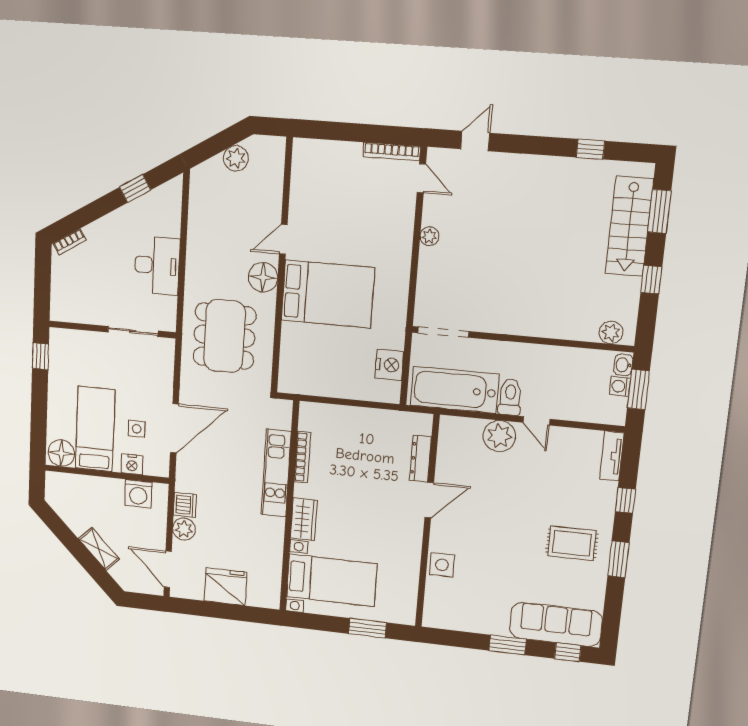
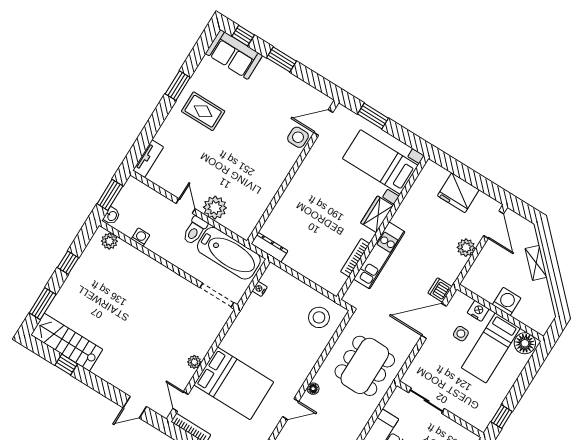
stairs: (629, 226) -> (67, 342), moved, turned -90
floor lamp: (263, 277) -> (313, 389), width x0.53, depth x0.53
bed: (328, 294) -> (234, 383), moved, turned 180
nightstand: (389, 365) -> (260, 289), width x0.53, depth x0.56
stool: (308, 366) -> (319, 317), added
washing machine: (620, 386) -> (141, 237), moved, turned -90
dresser: (420, 459) -> (269, 247), moved, turned -90
washing machine: (138, 494) -> (507, 301), moved
door: (429, 500) -> (323, 122), moved
window: (625, 500) -> (154, 124), removed
dishwasher: (185, 505) -> (440, 290), moved
sofa: (556, 624) -> (234, 54), width x0.73

